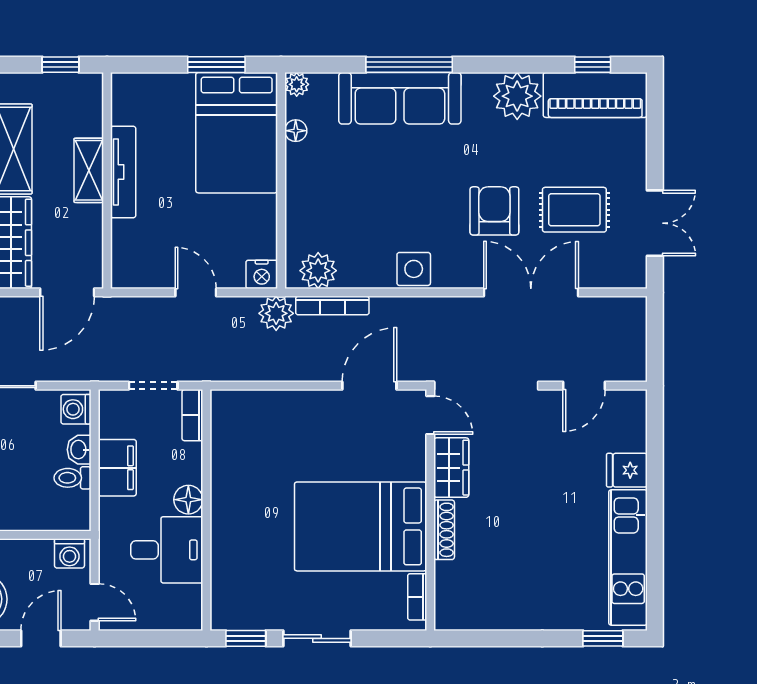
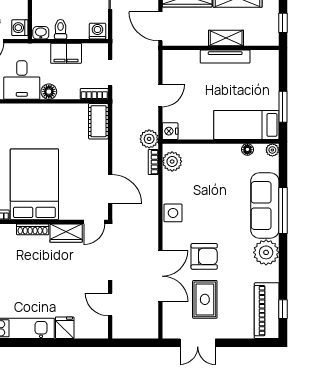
plant: (517, 96) -> (266, 252), moved
bed: (237, 133) -> (246, 125), width x0.67
bookcase: (332, 306) -> (153, 162), width x0.64
cot: (243, 407) -> (98, 121), added
washbasin: (79, 450) -> (41, 33), moved

